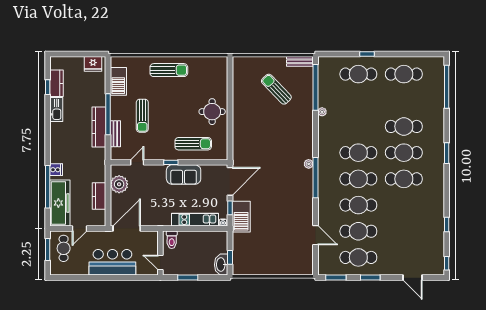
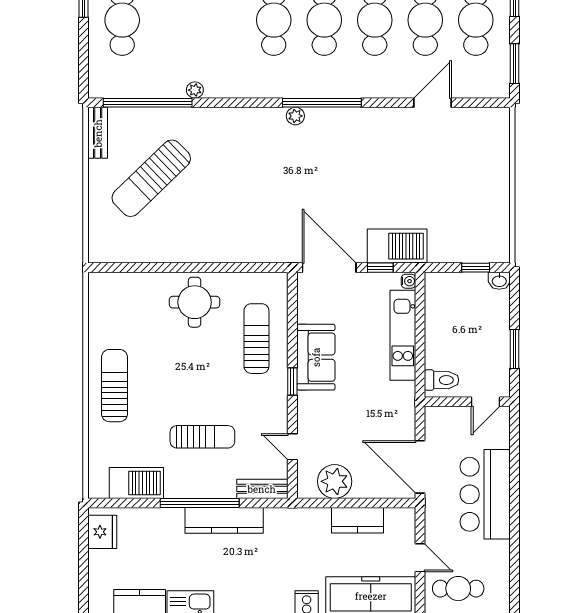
sun lounger: (276, 89) -> (151, 178), width x1.36, depth x1.34
bench: (115, 134) -> (262, 489), moved
washbasin: (221, 265) -> (499, 281), width x0.52, depth x0.69

